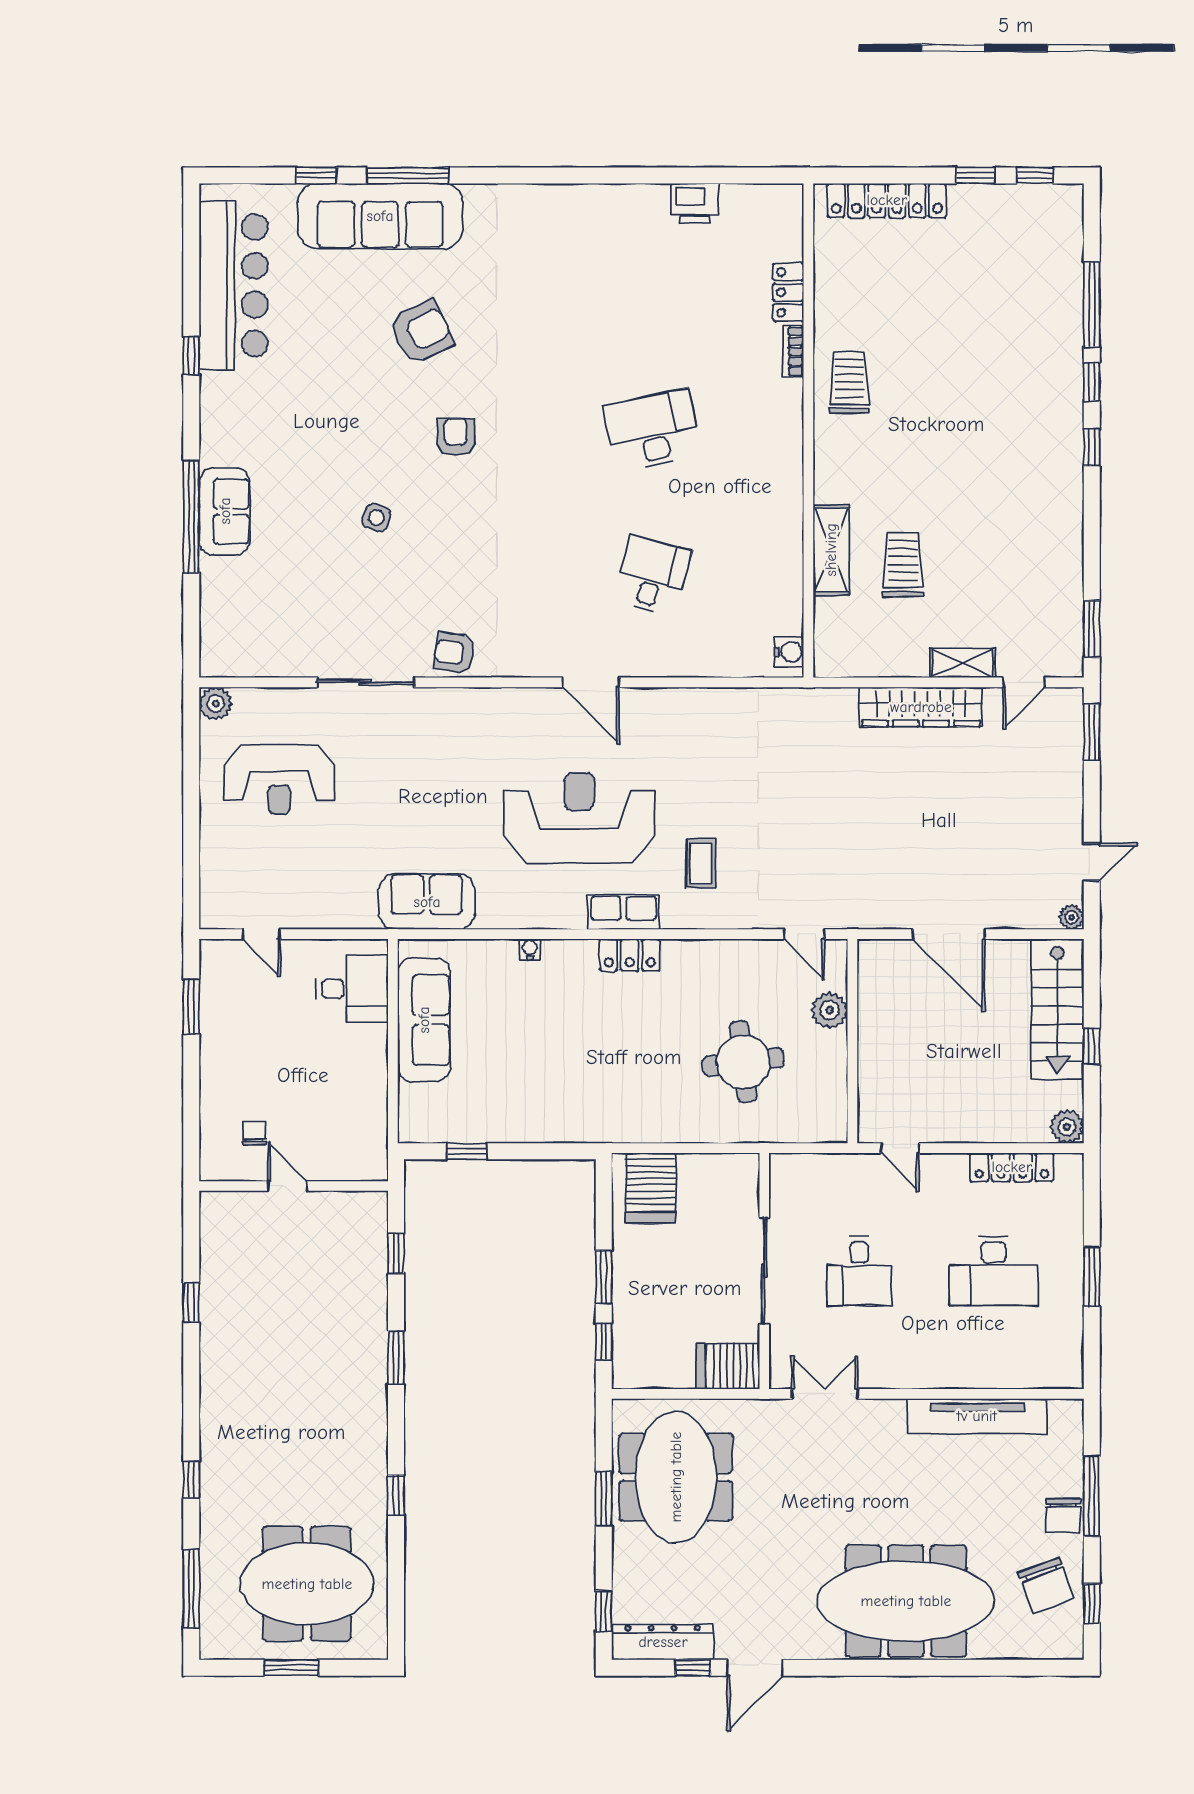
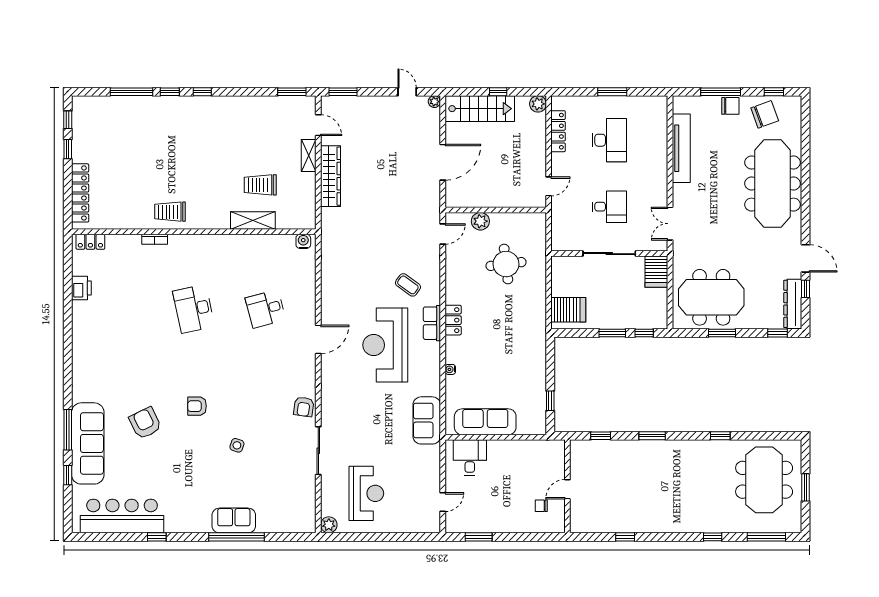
locker: (788, 292) -> (90, 242), moved
desk: (653, 576) -> (266, 309), turned -30
coffee table: (701, 864) -> (408, 285), turned 36

